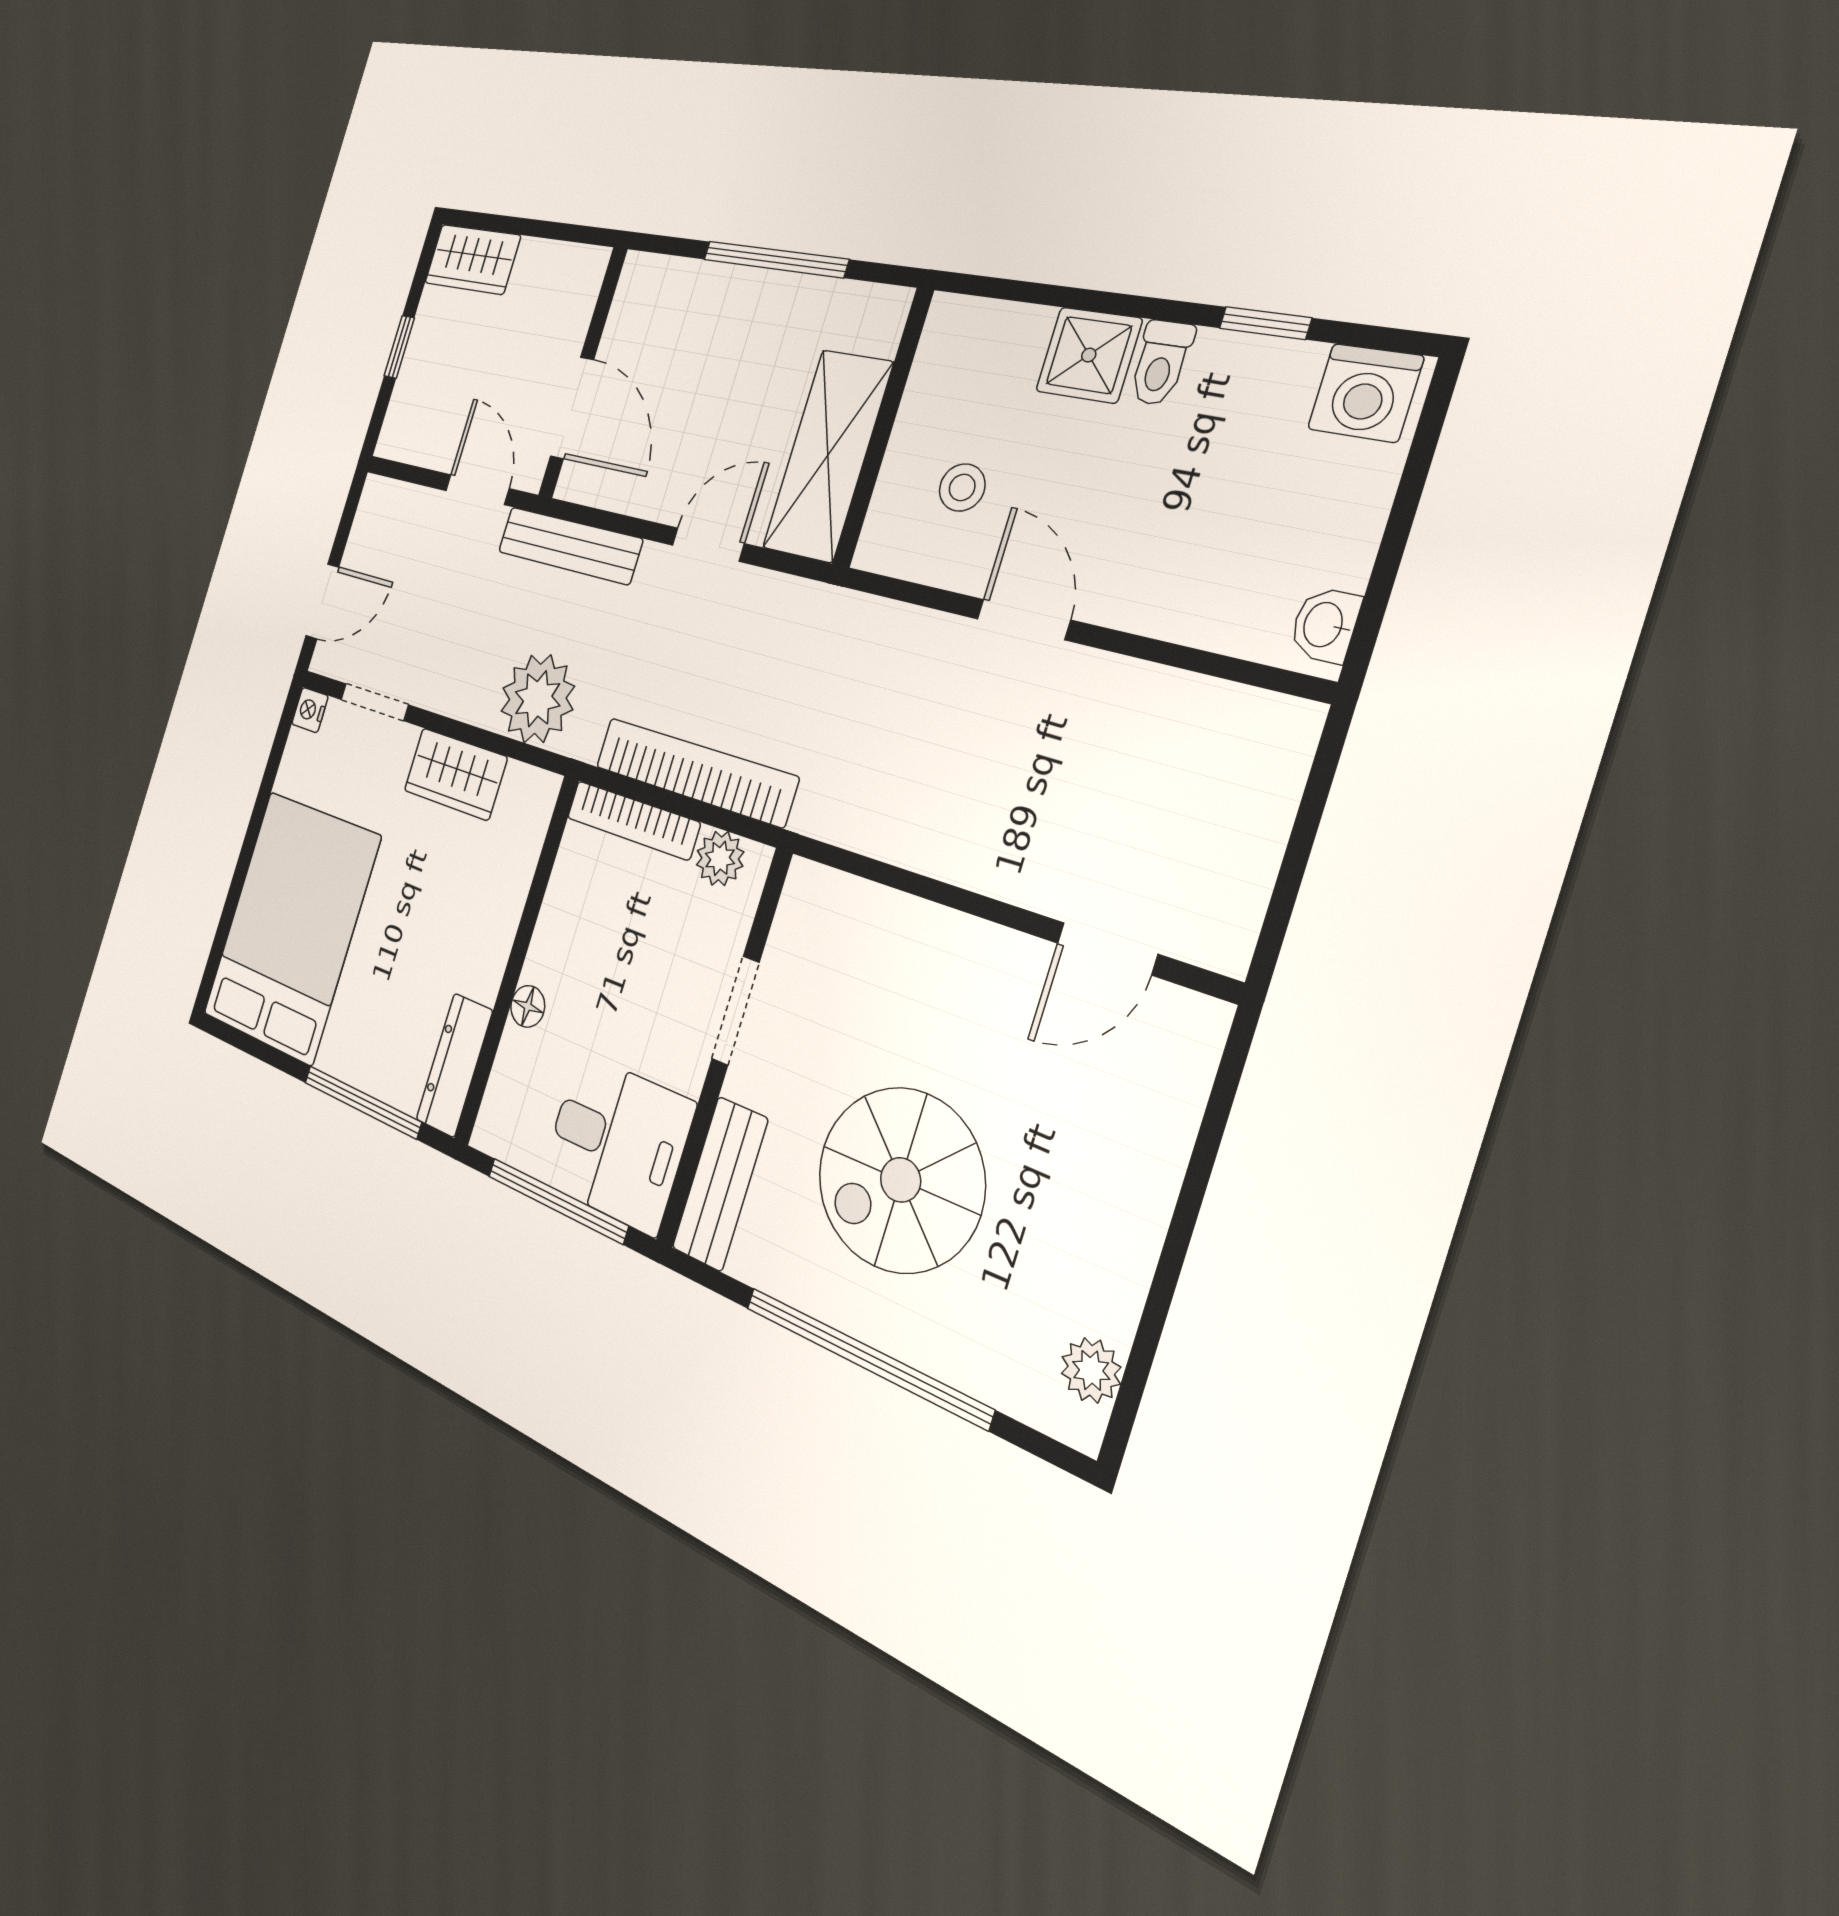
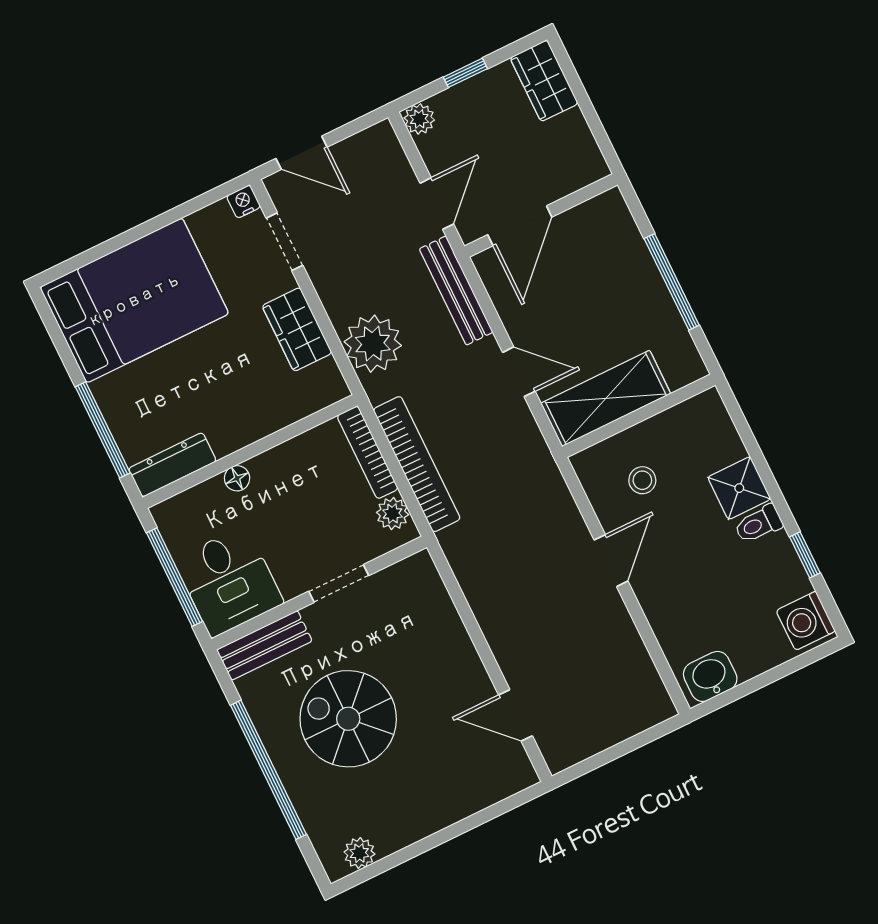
plant: (395, 438) -> (419, 119), added
washbasin: (1325, 625) -> (710, 676), width x1.38, depth x1.45

